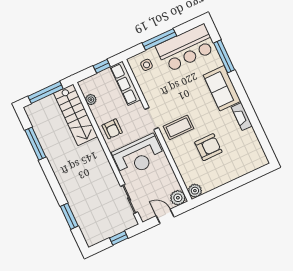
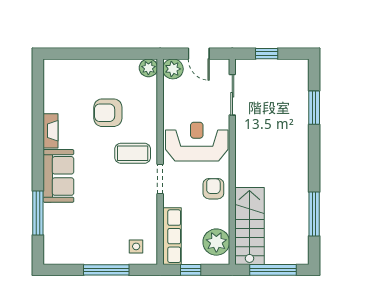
bar counter: (186, 48) -> (79, 245), removed
plant: (91, 100) -> (216, 242), width x1.87, depth x1.87

